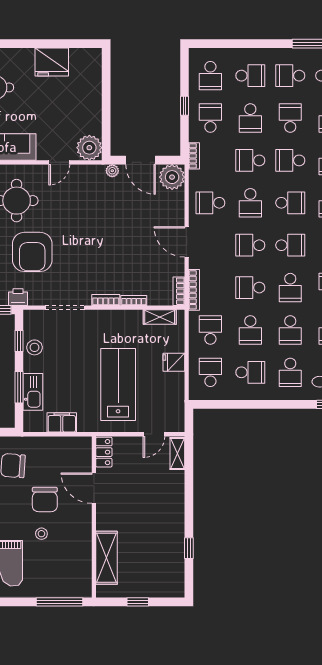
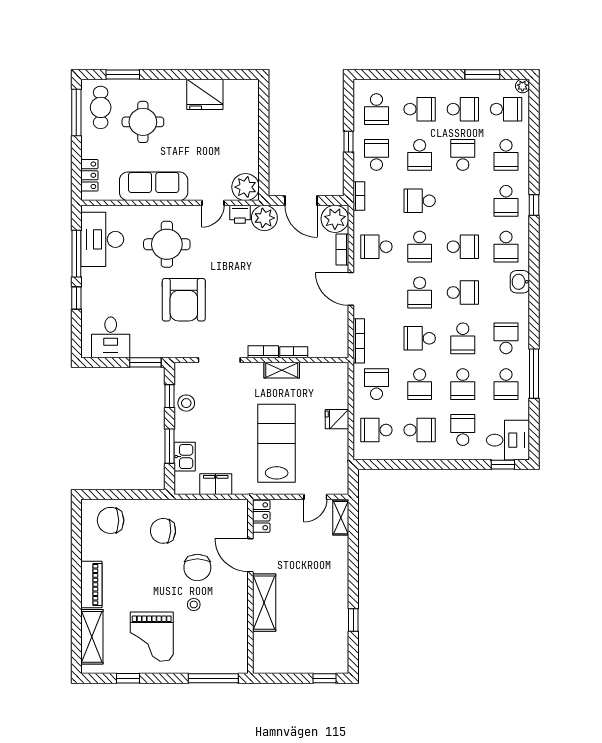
school desk: (290, 76) -> (463, 109), turned 180
school desk: (290, 160) -> (463, 201), removed
plant: (112, 171) -> (264, 218), width x1.88, depth x1.88
school desk: (250, 245) -> (420, 292), turned -90
bookcase: (179, 291) -> (342, 250), moved
printer: (18, 297) -> (240, 214), moved, turned 180
shelving: (160, 317) -> (282, 370), moved
school desk: (210, 372) -> (376, 430), turned -90
school desk: (290, 372) -> (463, 430), turned 180
kitchen sink: (33, 392) -> (185, 457), width x0.73
shelving: (107, 558) -> (264, 603), moved
window: (138, 602) -> (324, 678), moved

